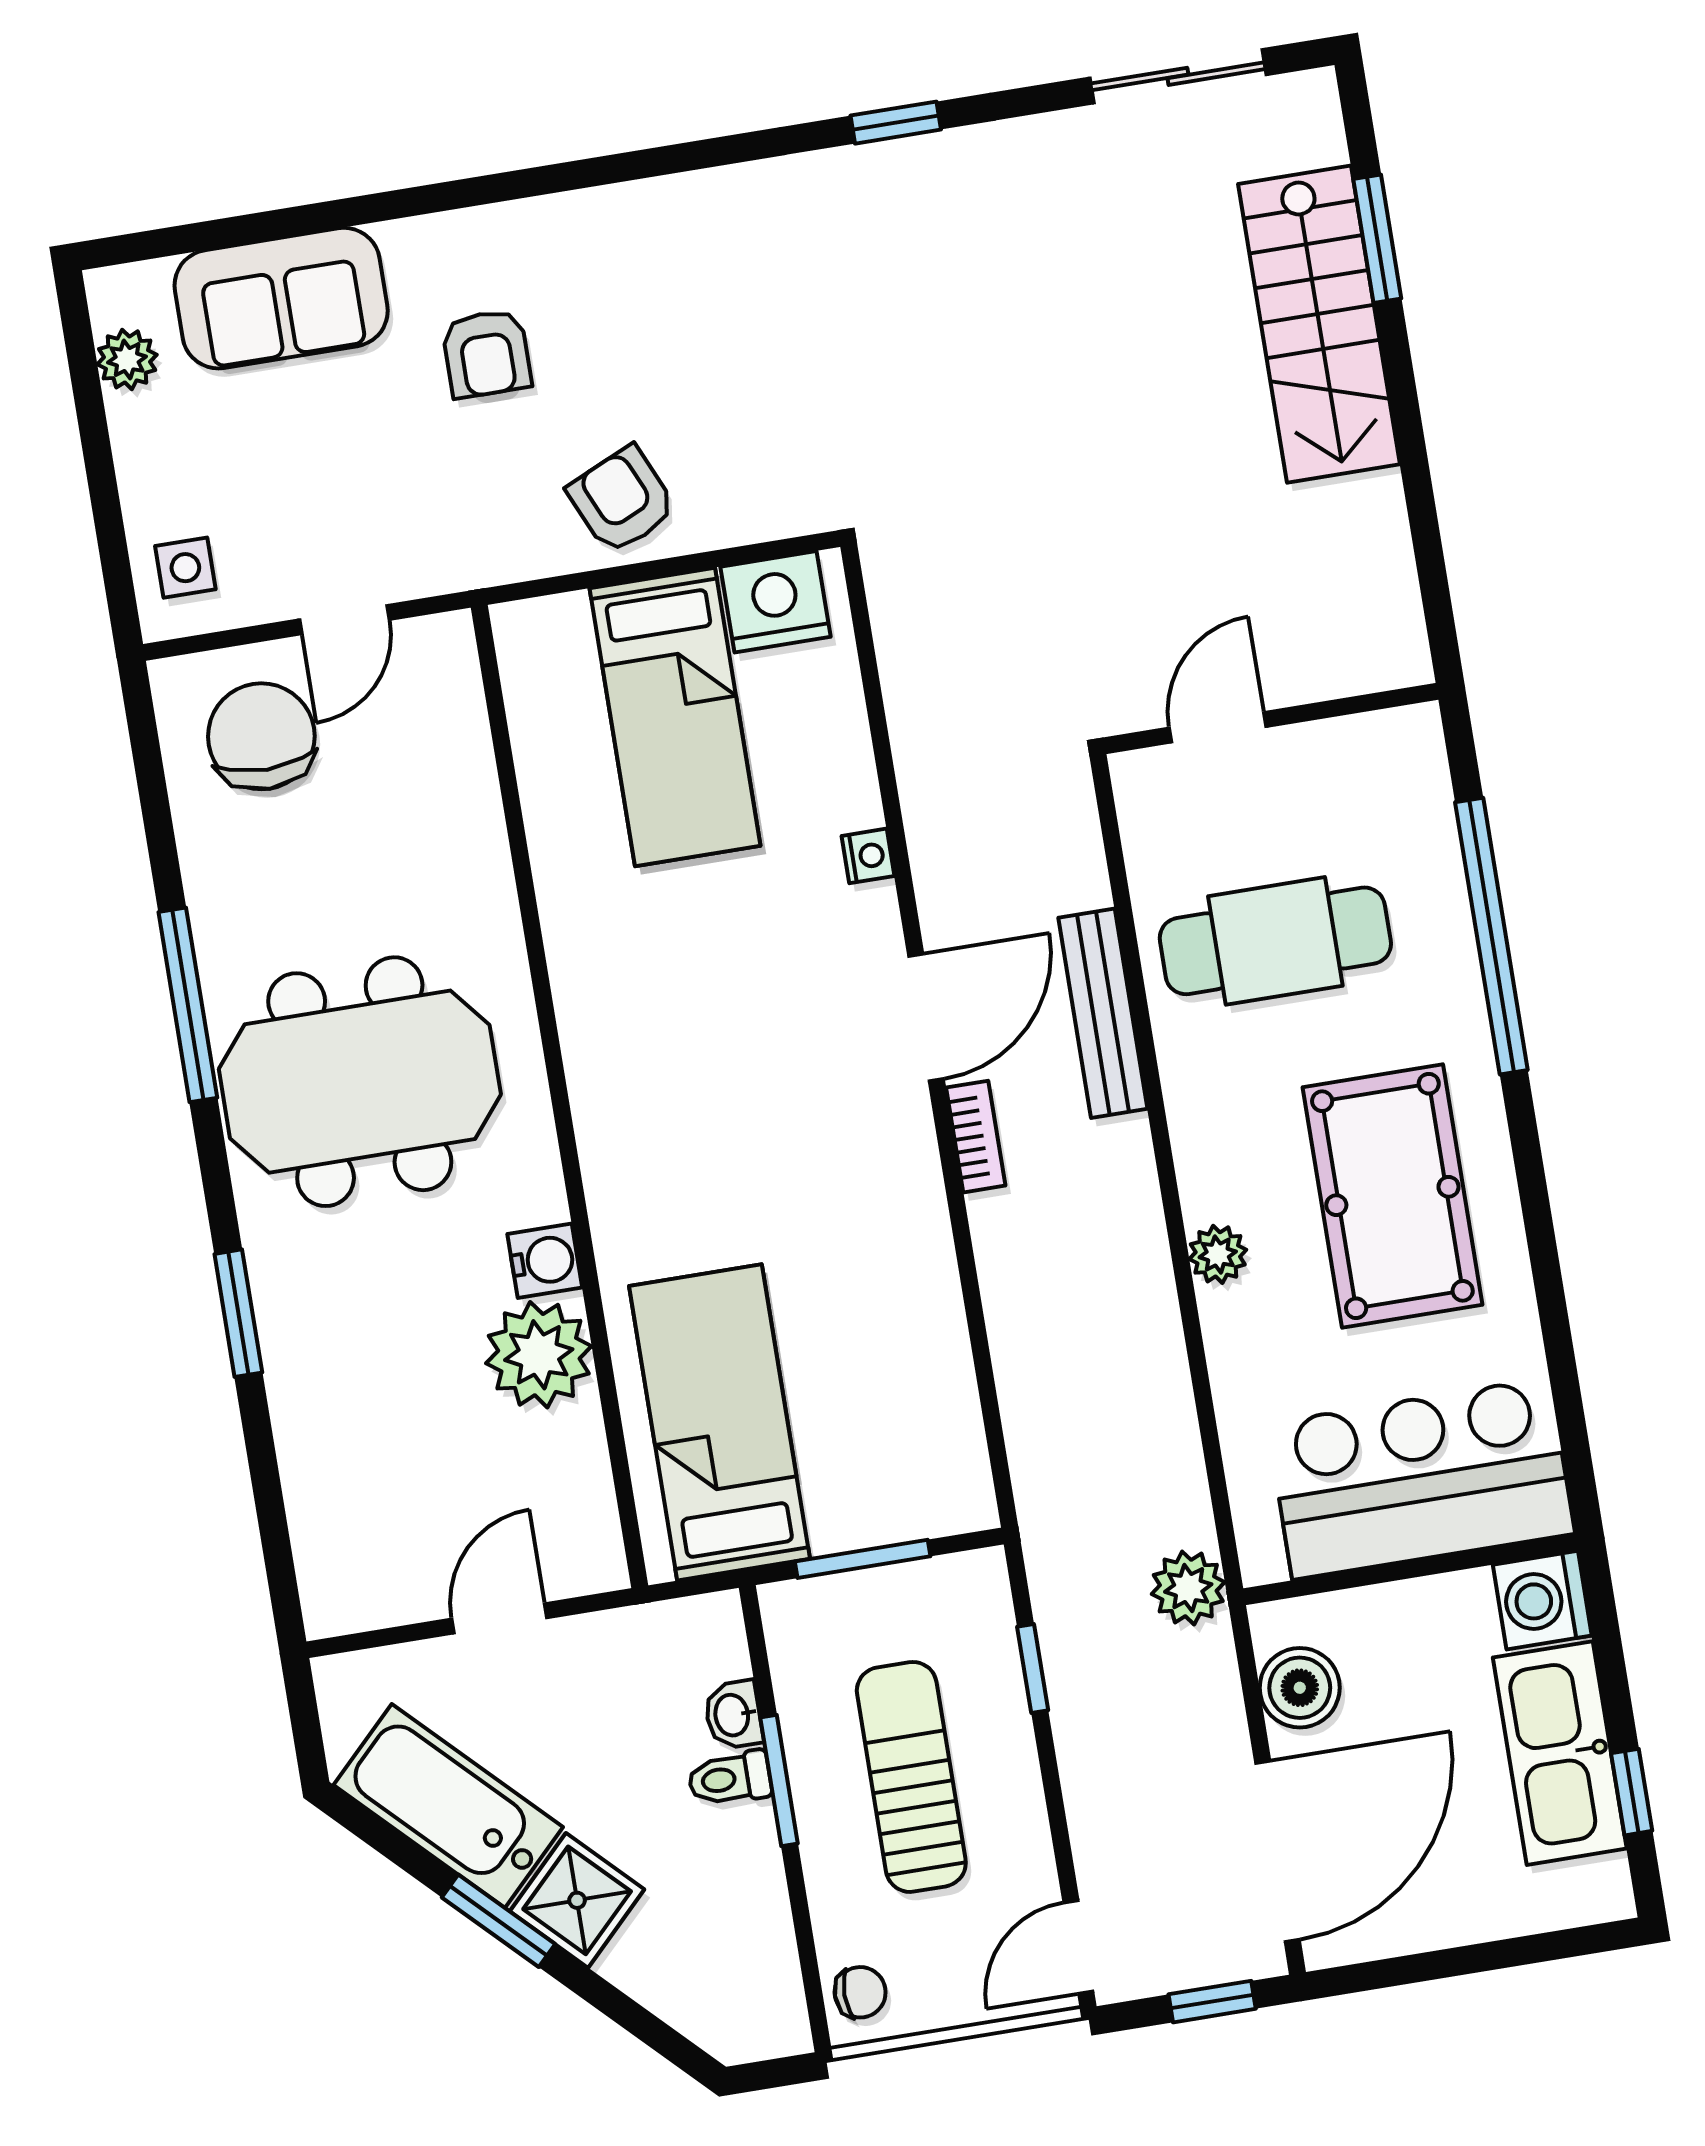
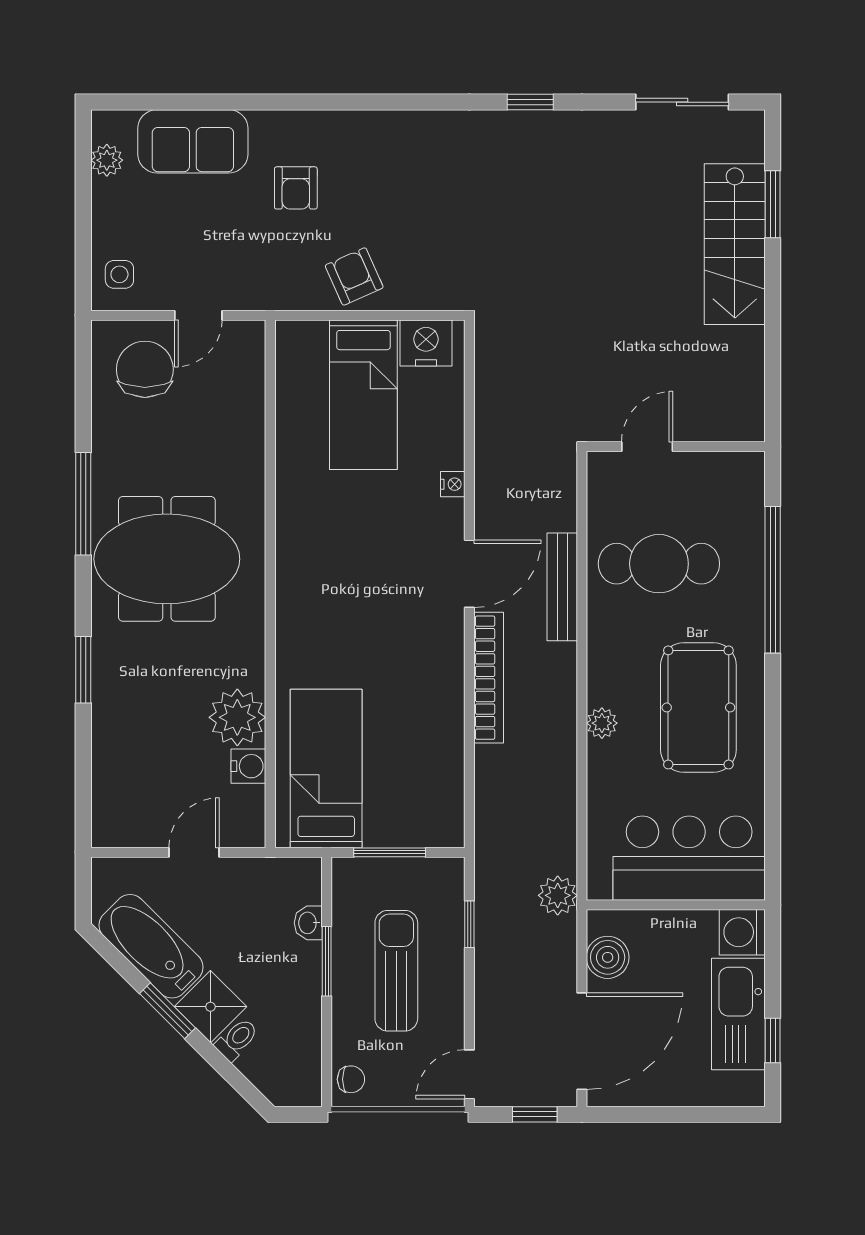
bookcase: (976, 1137) -> (489, 678), width x2.31, depth x1.31
water cooler: (545, 1261) -> (248, 766), moved
toilet: (730, 1778) -> (237, 1039), moved, turned 135

